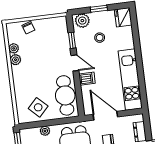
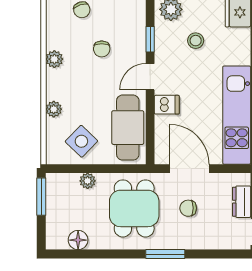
plant: (14, 48) -> (54, 109), moved
chair: (43, 50) -> (102, 49), added
door: (75, 63) -> (150, 77), swing flipped

